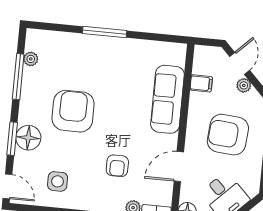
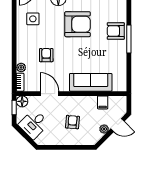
armchair: (90, 52) -> (116, 31), added
armchair: (228, 135) -> (72, 122), width x0.53, depth x0.53
armchair: (117, 166) -> (46, 55), turned 90

